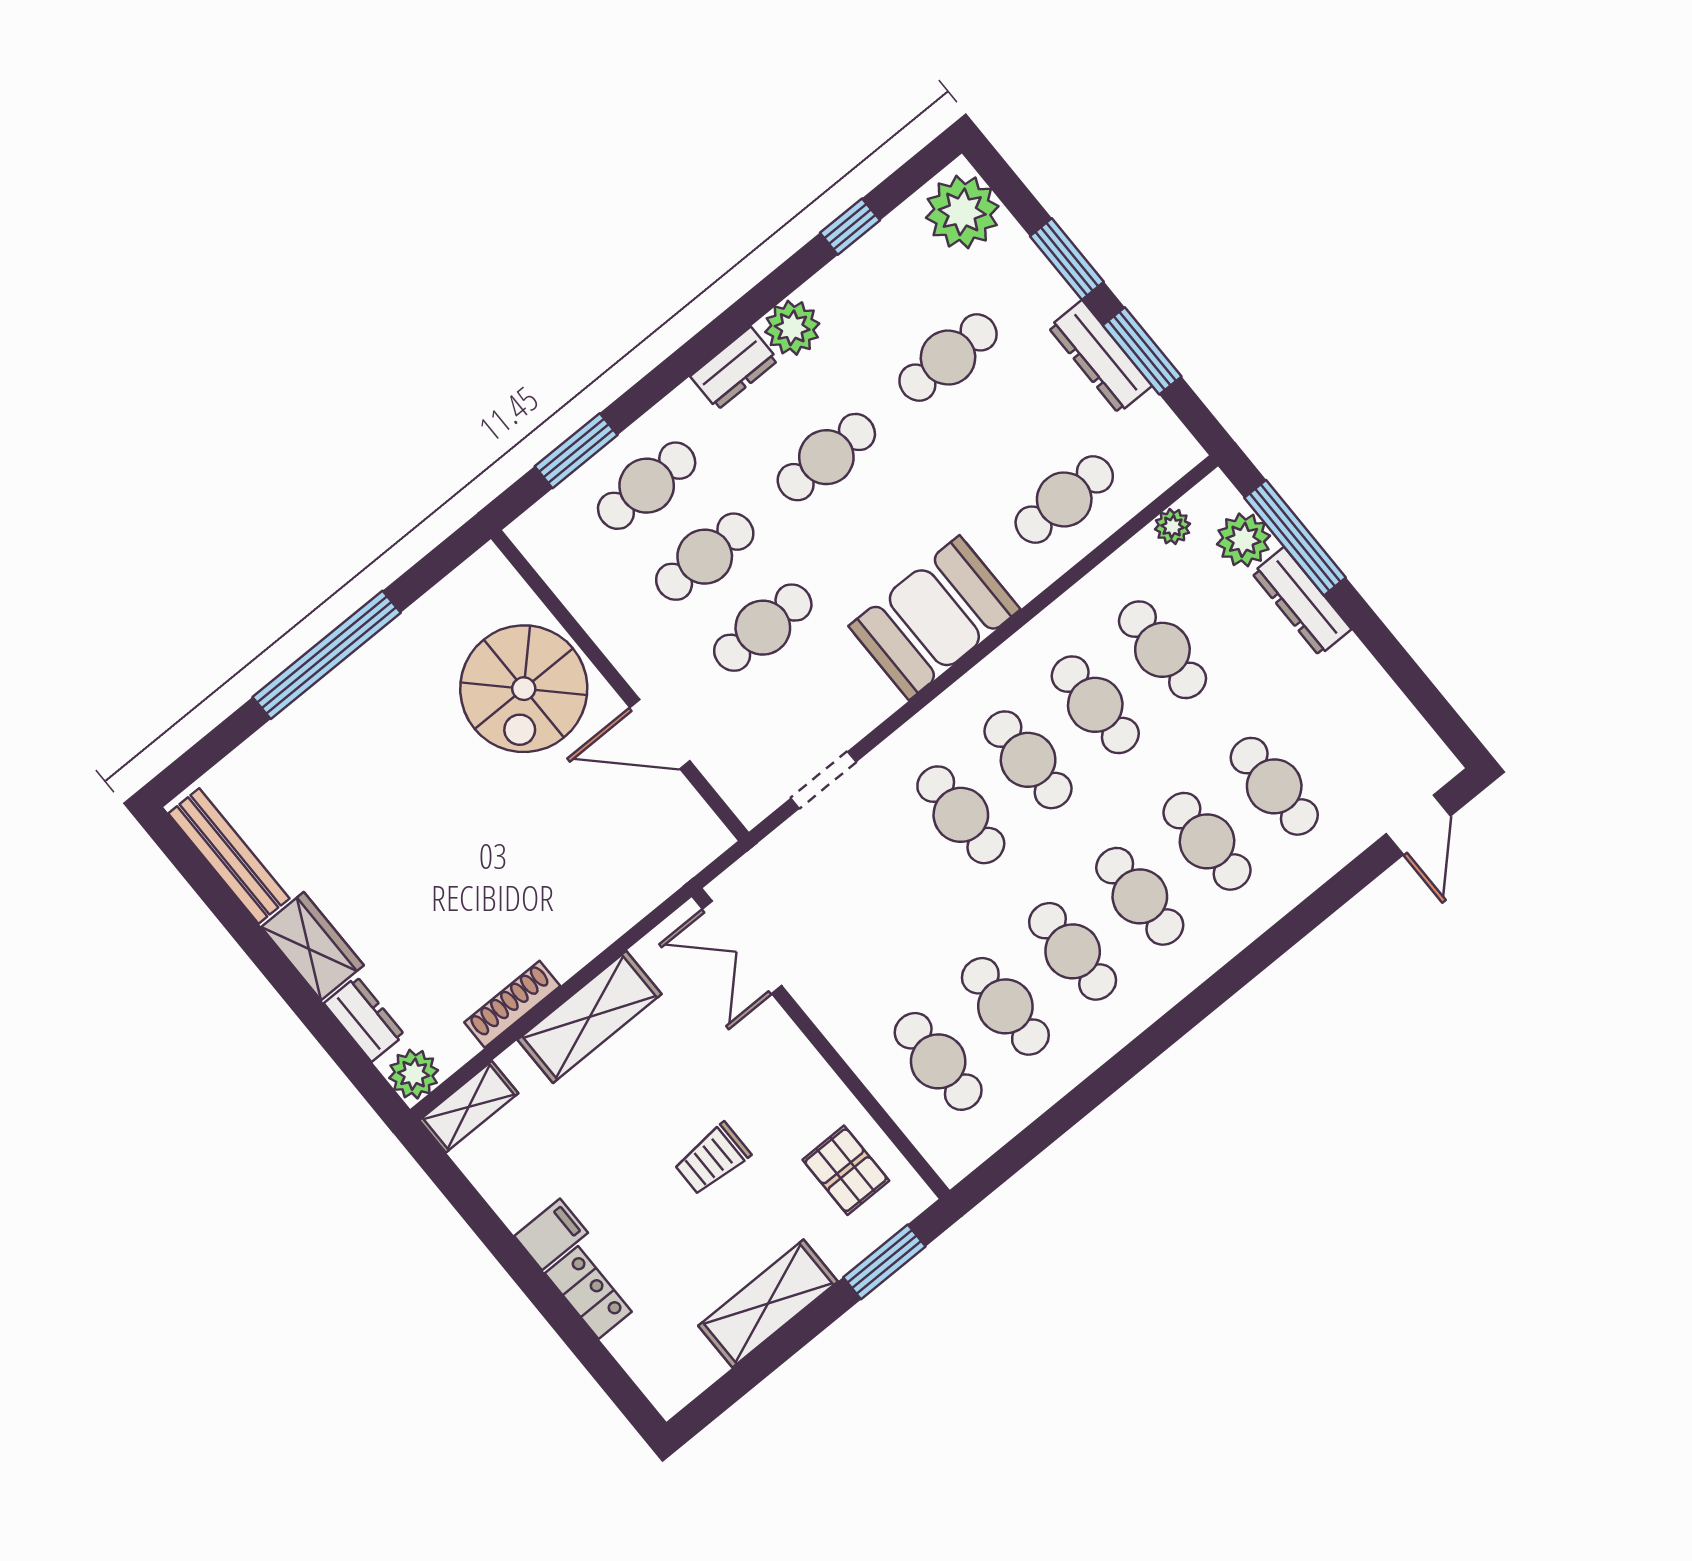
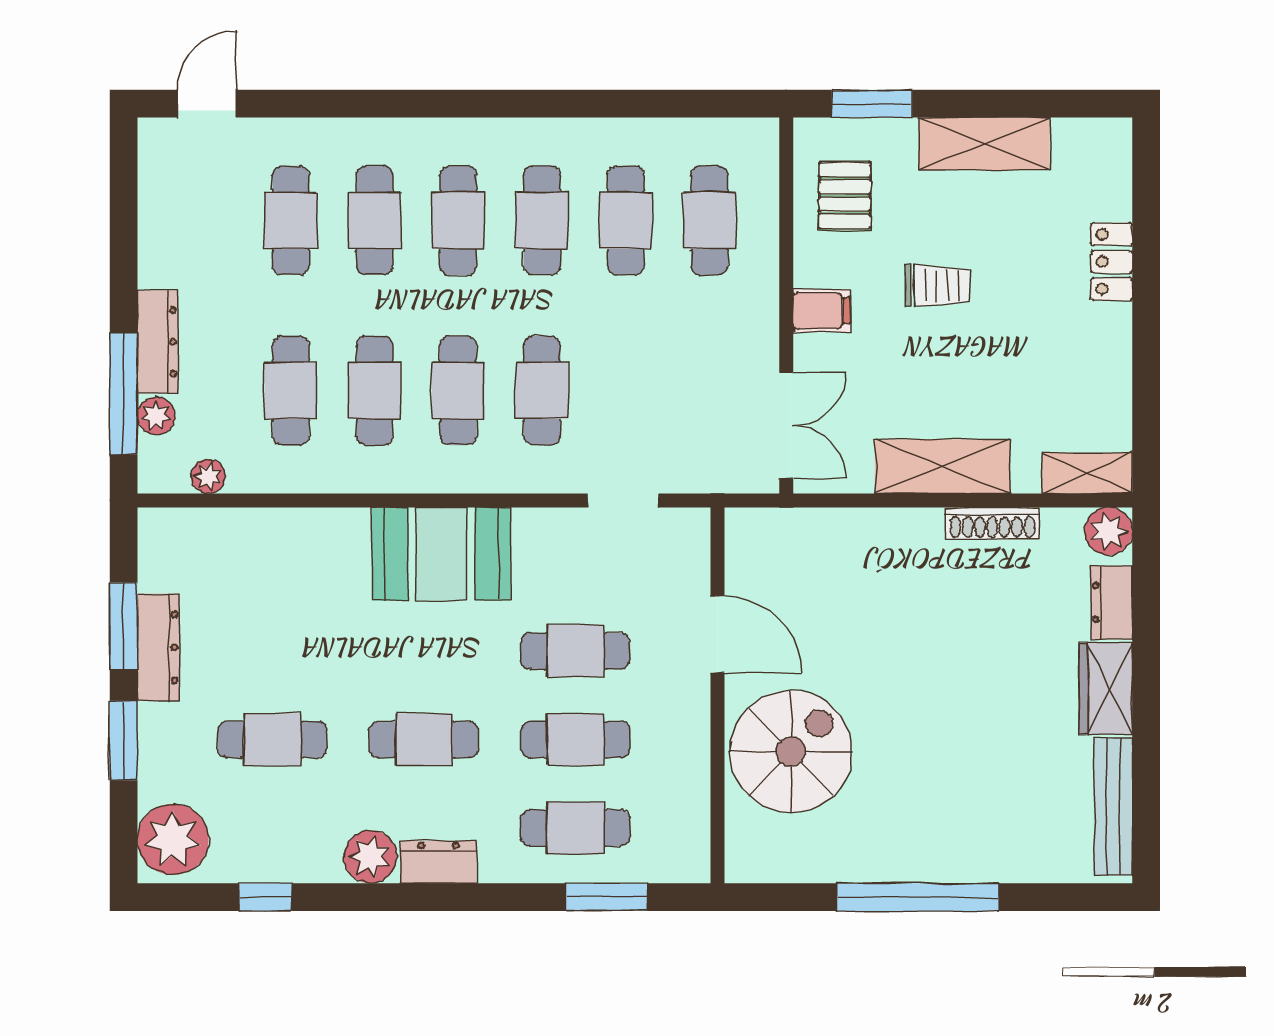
cafe table: (1064, 499) -> (272, 563), removed
plant: (1244, 540) -> (156, 416), width x0.73, depth x0.73
filing cabinet: (551, 1234) -> (822, 311), moved, turned 180

